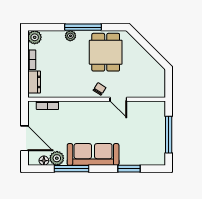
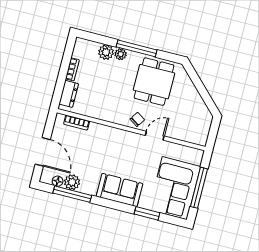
plant: (35, 37) -> (106, 52), moved
door: (118, 99) -> (155, 136), swing flipped
corner sofa: (148, 140) -> (175, 188), added
sofa: (93, 154) -> (119, 190), width x0.73
window: (71, 169) -> (72, 194), moved

